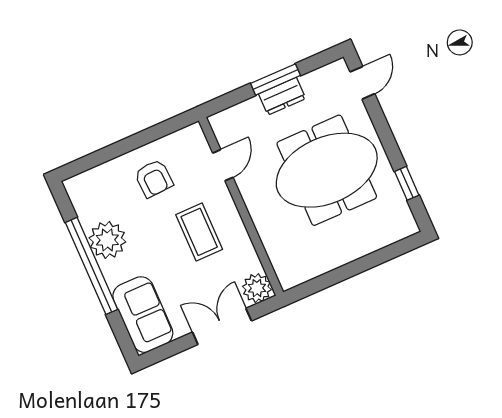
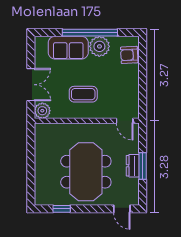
door: (223, 165) -> (125, 121), moved
armchair: (154, 178) -> (129, 55), moved
sofa: (143, 315) -> (68, 48), moved

